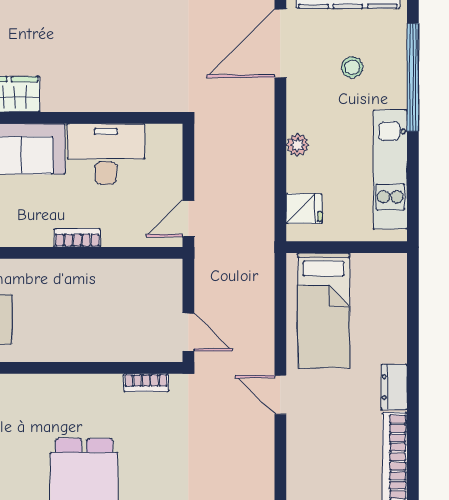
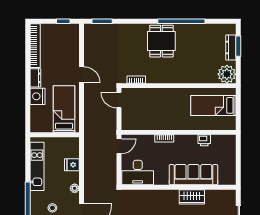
plant: (298, 145) -> (75, 188), moved
desk: (106, 154) -> (138, 173), moved
fridge: (304, 209) -> (72, 165), moved
nightstand: (389, 342) -> (38, 96), added

